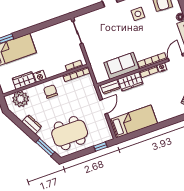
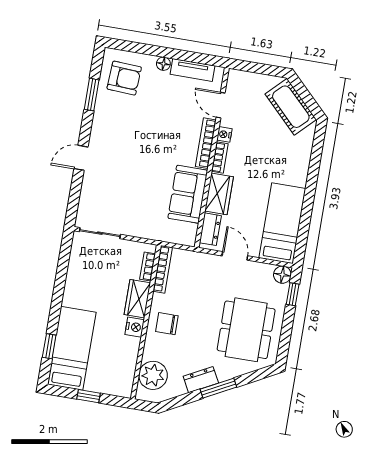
side table: (138, 14) -> (123, 125), removed
wardrobe: (24, 81) -> (137, 299), moved
floor lamp: (107, 136) -> (282, 275), added
window: (45, 147) -> (218, 388), moved

